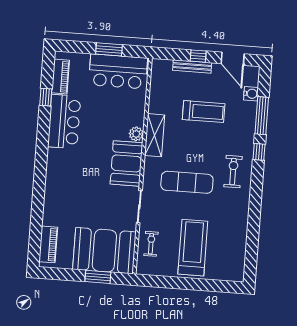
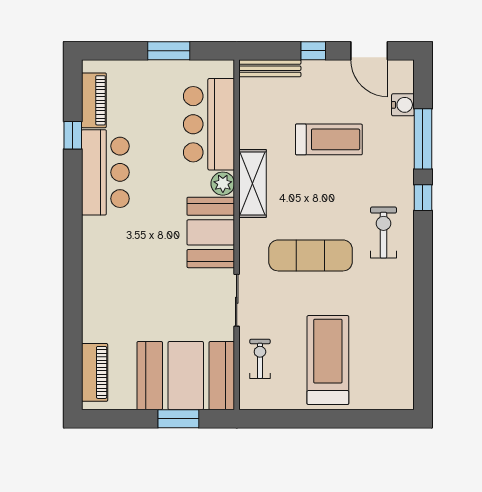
bench: (192, 67) -> (270, 68), moved
bar counter: (118, 71) -> (209, 124), moved, turned 90

